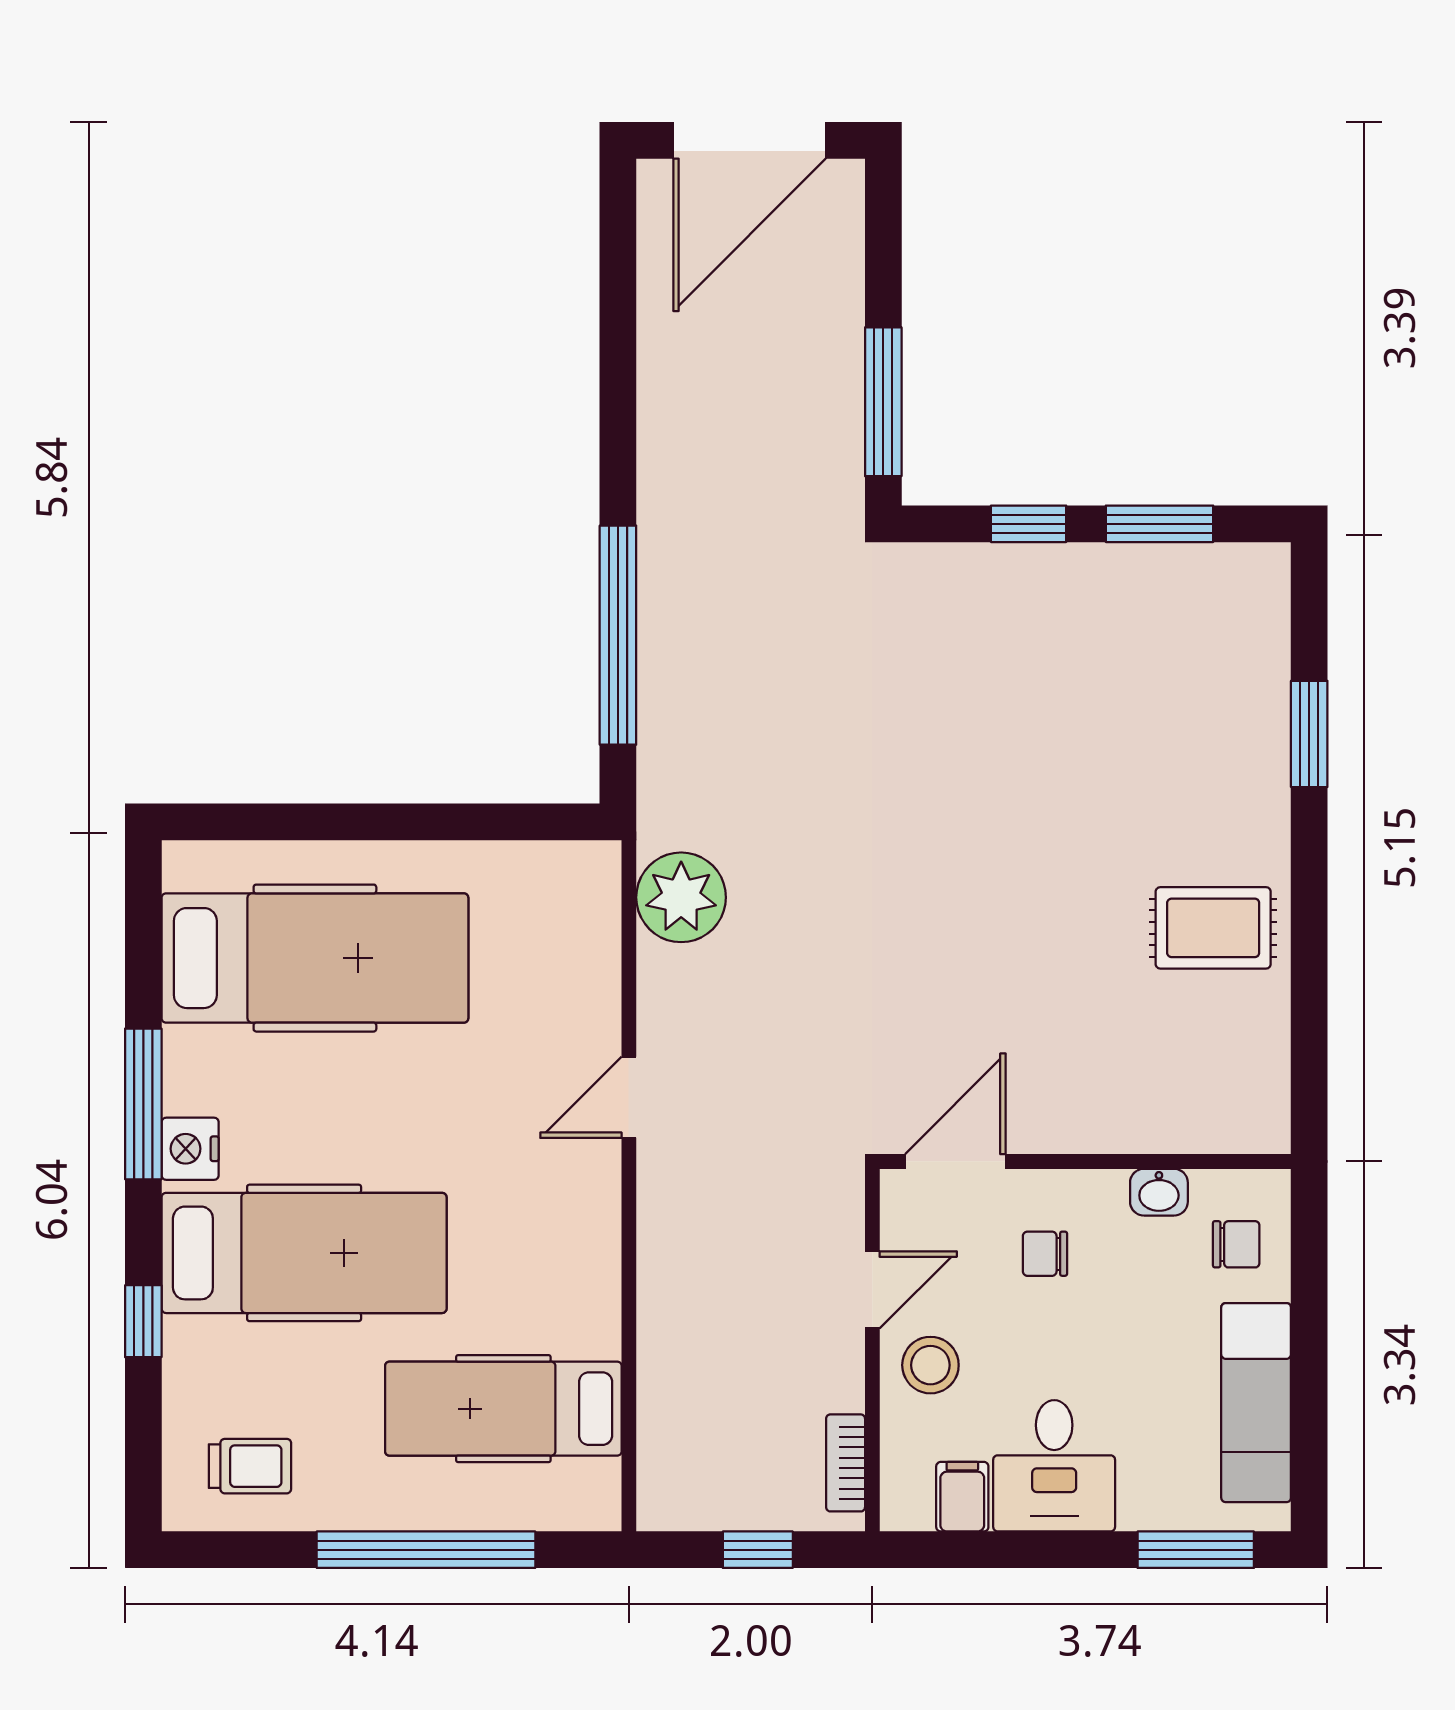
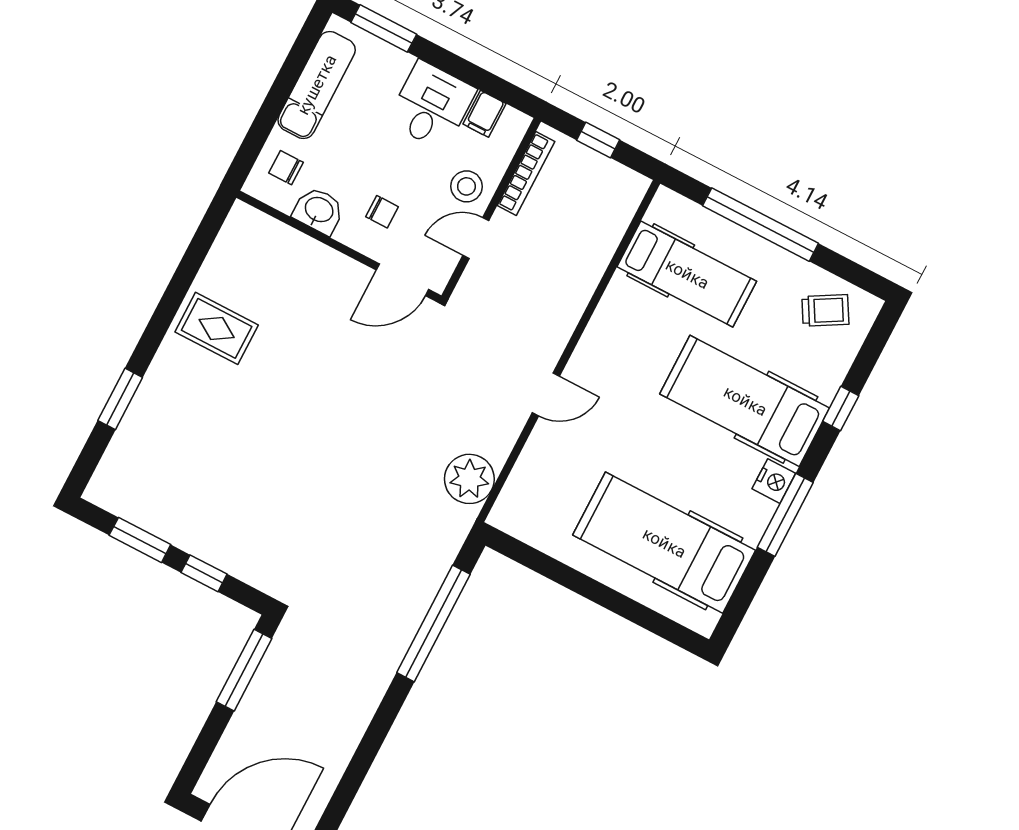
washbasin: (1159, 1192) -> (319, 211), width x1.38, depth x1.45
bookcase: (846, 1463) -> (526, 174), width x1.56
trolley: (250, 1466) -> (825, 310), turned 150

